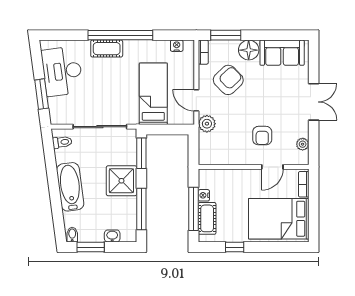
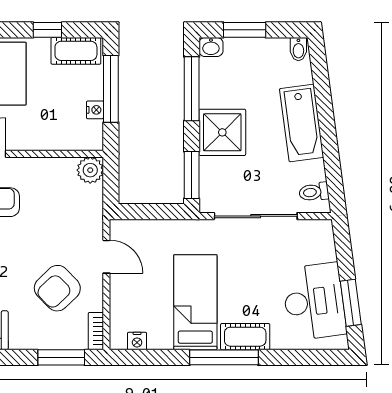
window: (120, 35) -> (224, 357), width x0.68
floor lamp: (249, 50) -> (26, 334), removed
window: (42, 94) -> (351, 303), moved
bed: (153, 94) -> (195, 302), moved, turned 180
plant: (207, 124) -> (90, 170), moved
cot: (207, 218) -> (76, 51), moved, turned 90
washbasin: (112, 236) -> (211, 47), moved
window: (91, 247) -> (245, 30), moved

